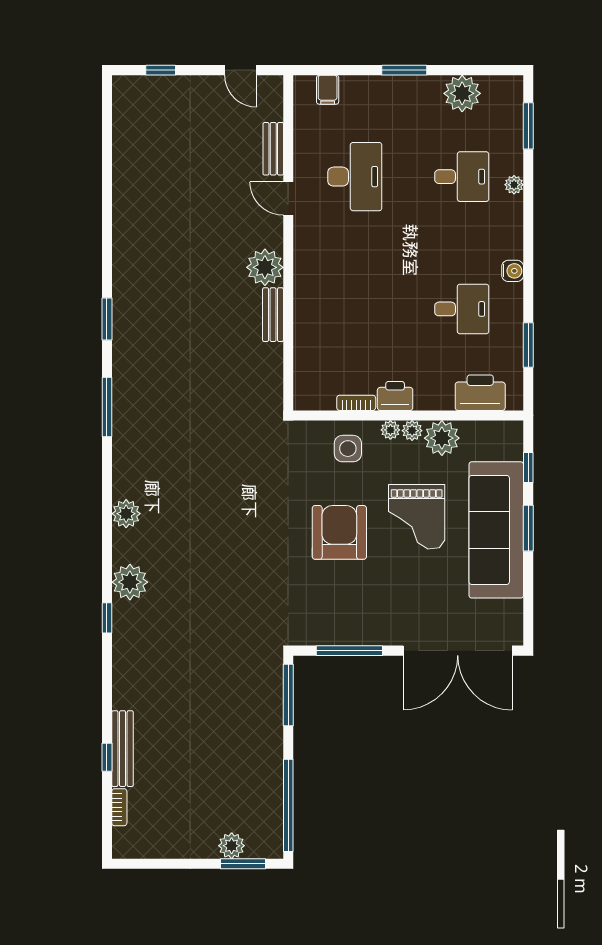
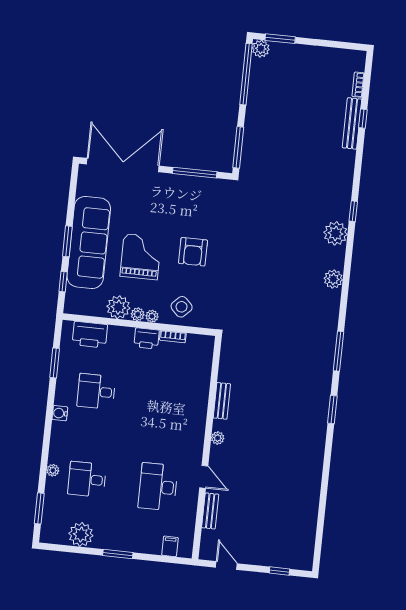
plant: (265, 267) -> (218, 438), width x0.53, depth x0.53
side table: (348, 449) -> (182, 307), turned 45
armchair: (339, 532) -> (193, 252), width x0.73, depth x0.73
plant: (232, 846) -> (261, 49), moved

